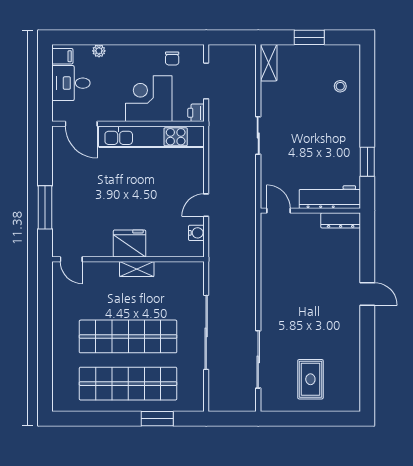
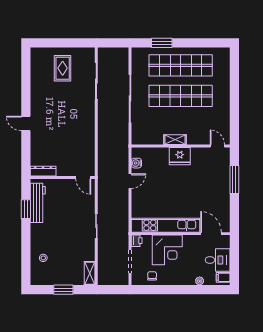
workbench: (330, 197) -> (38, 203), moved, turned -90

